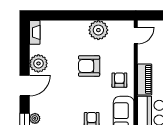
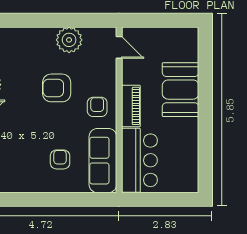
door: (136, 36) -> (119, 47), hinge flipped

